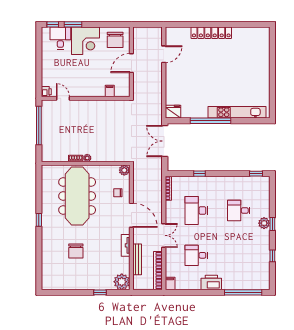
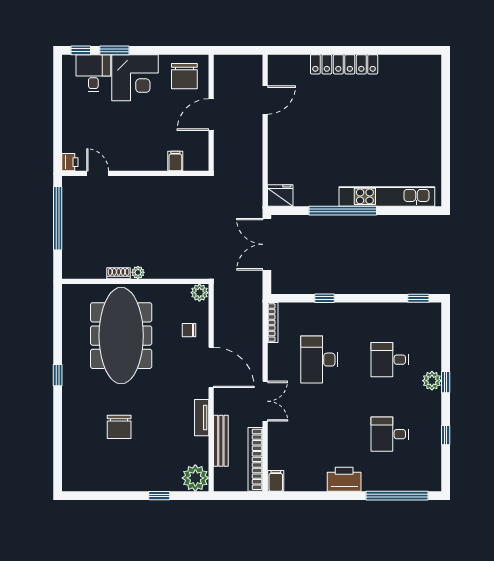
desk: (196, 255) -> (390, 434), moved

